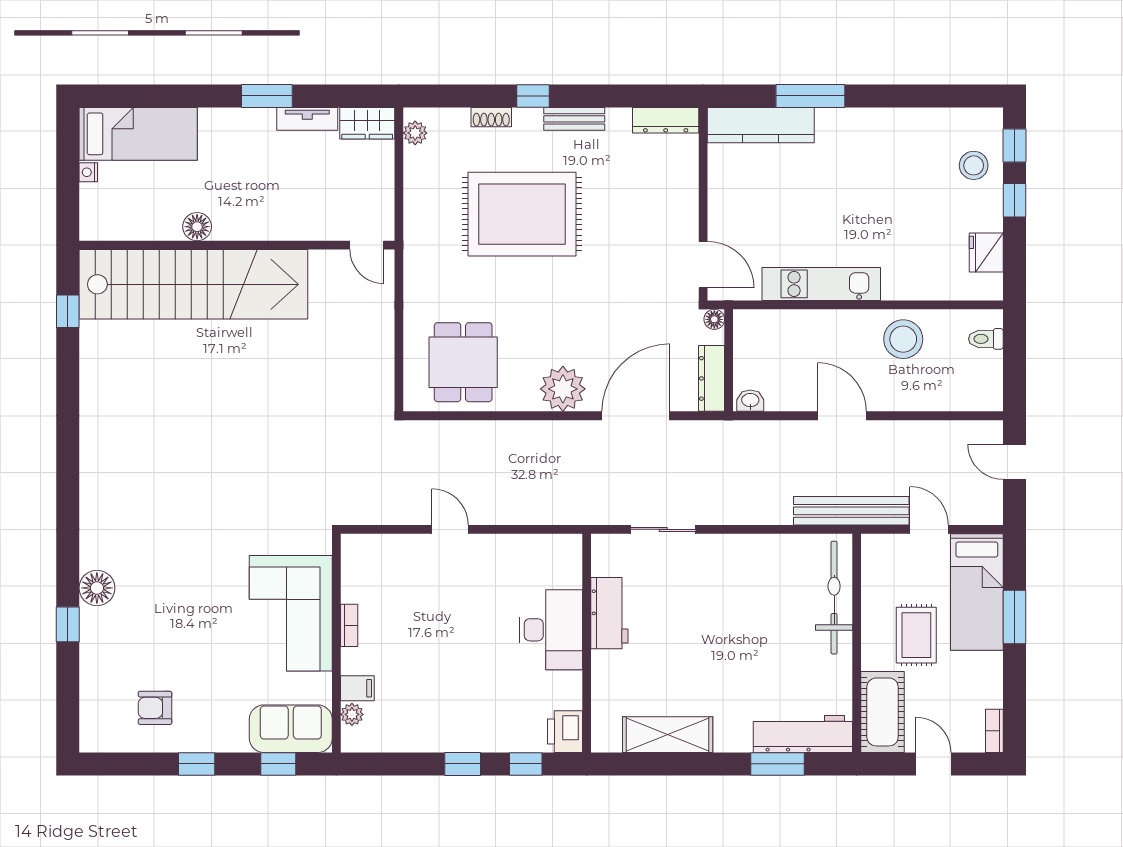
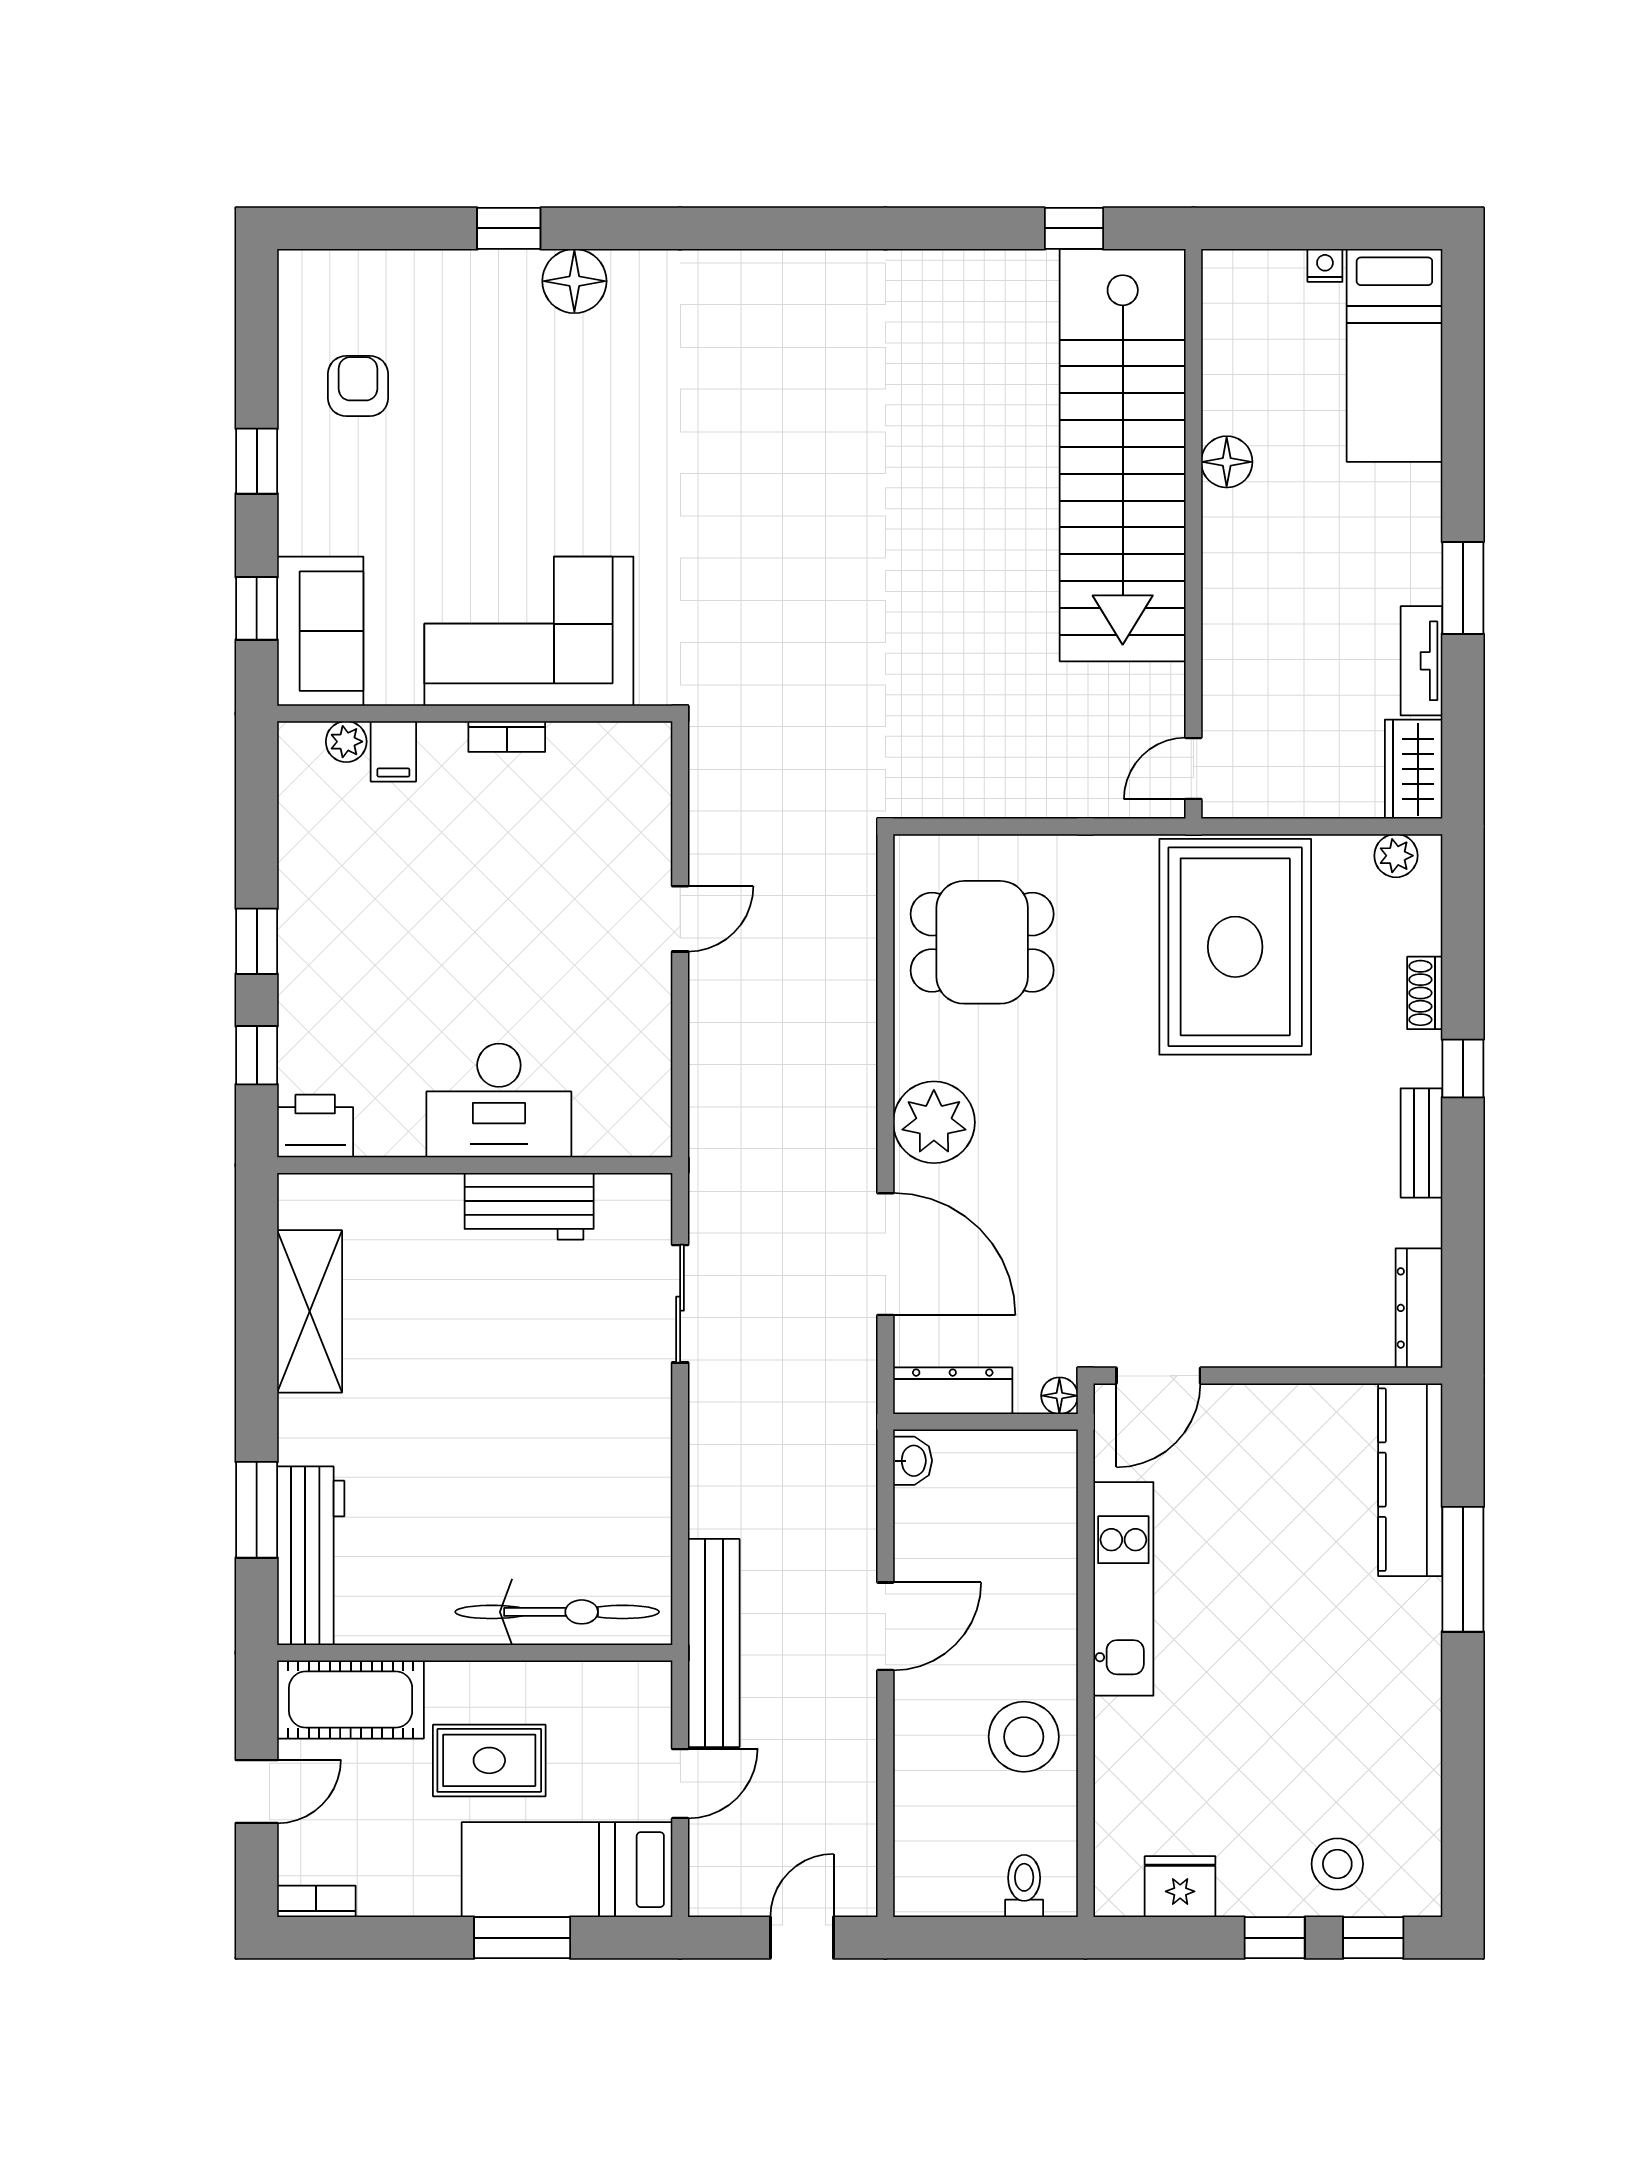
rug: (522, 214) -> (1235, 947), moved

